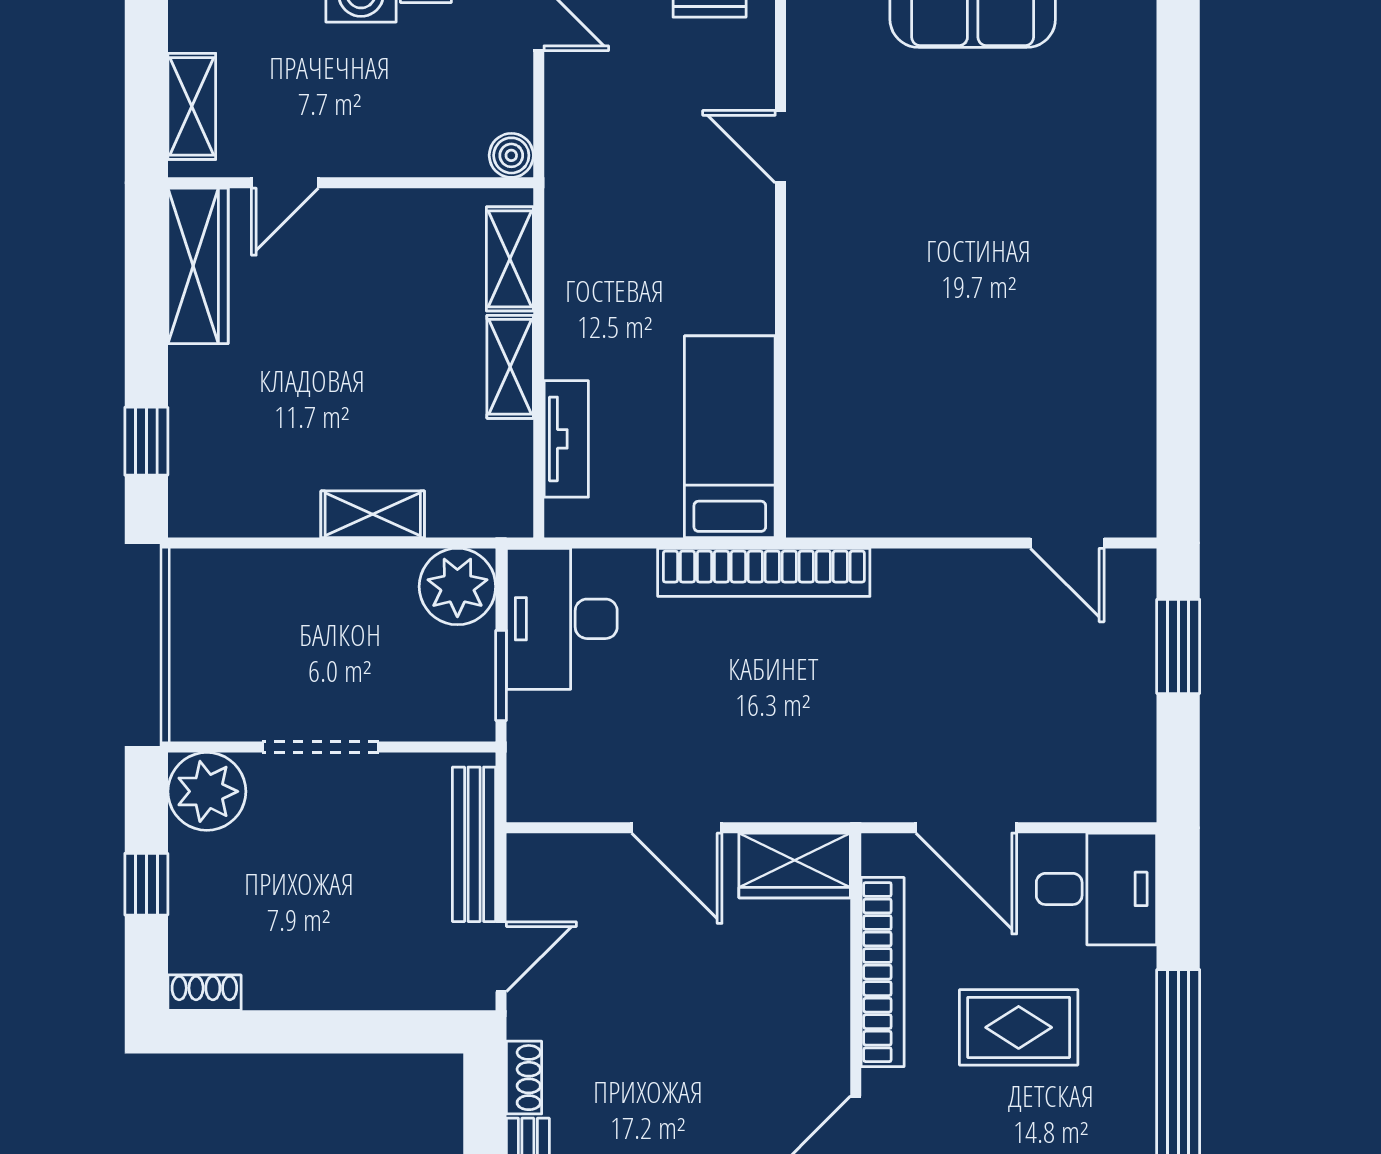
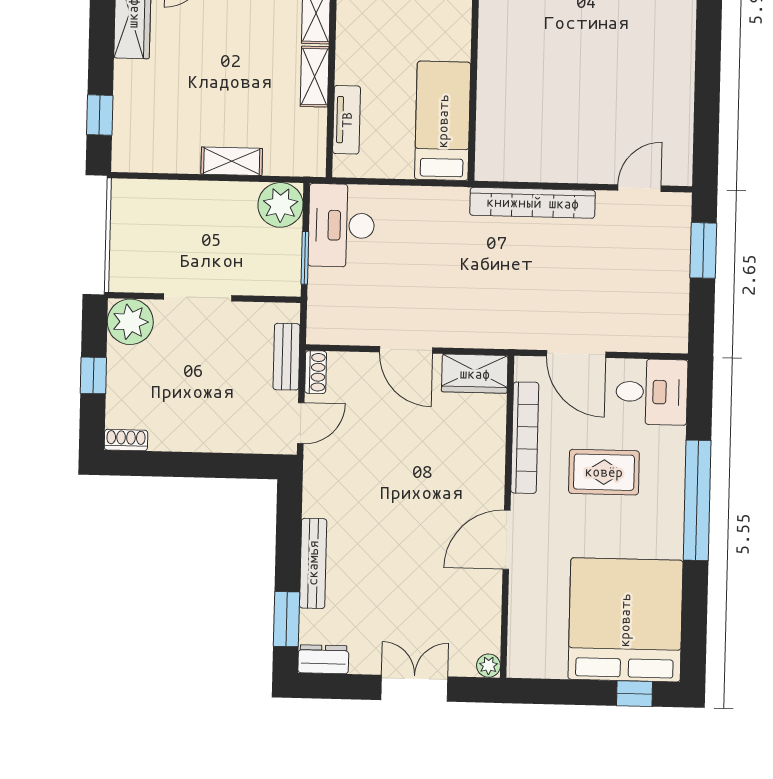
door: (1067, 543) -> (639, 188), swing flipped
bookcase: (764, 572) -> (533, 203), moved
bench: (474, 844) -> (287, 357), width x0.73
shoe rack: (524, 1078) -> (316, 372), moved

